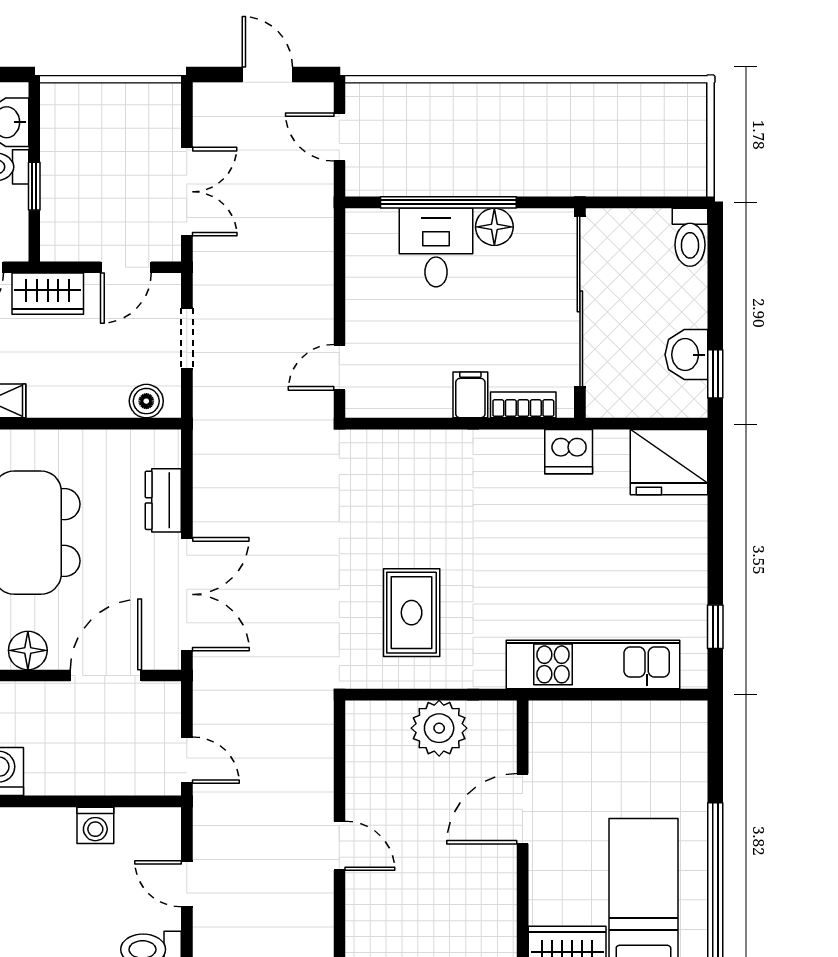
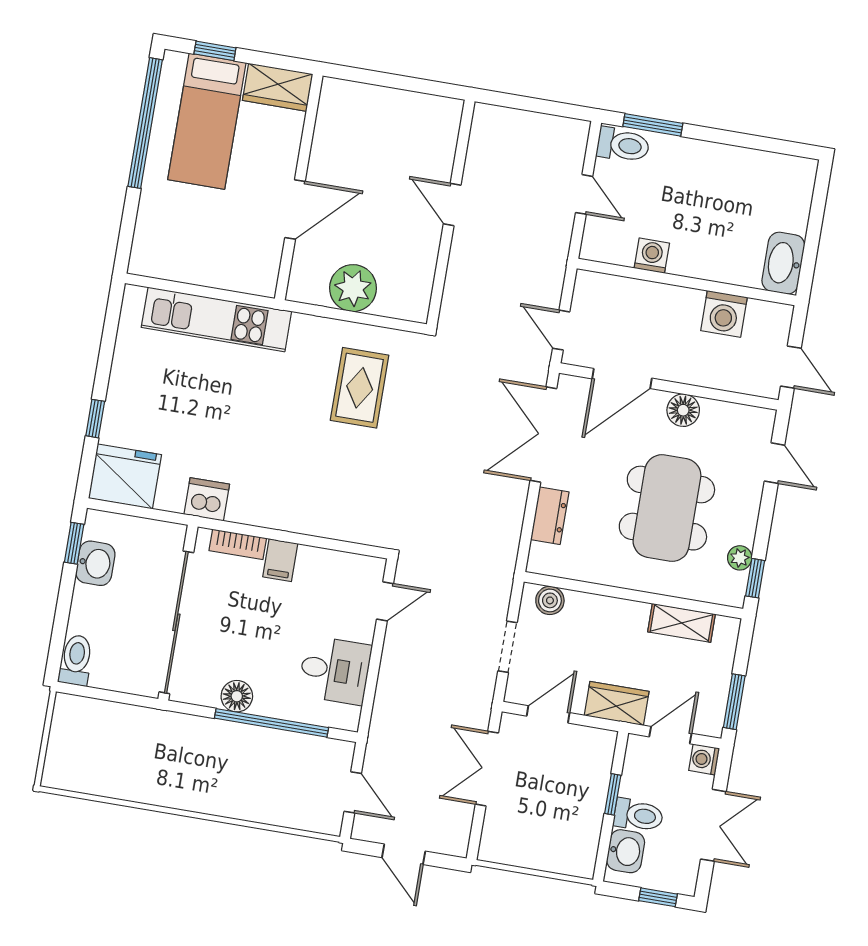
desk: (436, 248) -> (335, 670), moved, turned -90
window: (715, 627) -> (95, 419), moved
door: (187, 760) -> (561, 330), moved

